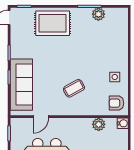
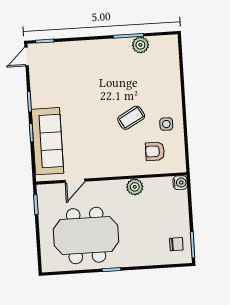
rug: (53, 23) -> (82, 60), removed
coffee table: (74, 88) -> (131, 118), moved
armchair: (117, 103) -> (155, 151), moved
plant: (99, 124) -> (135, 187), moved

